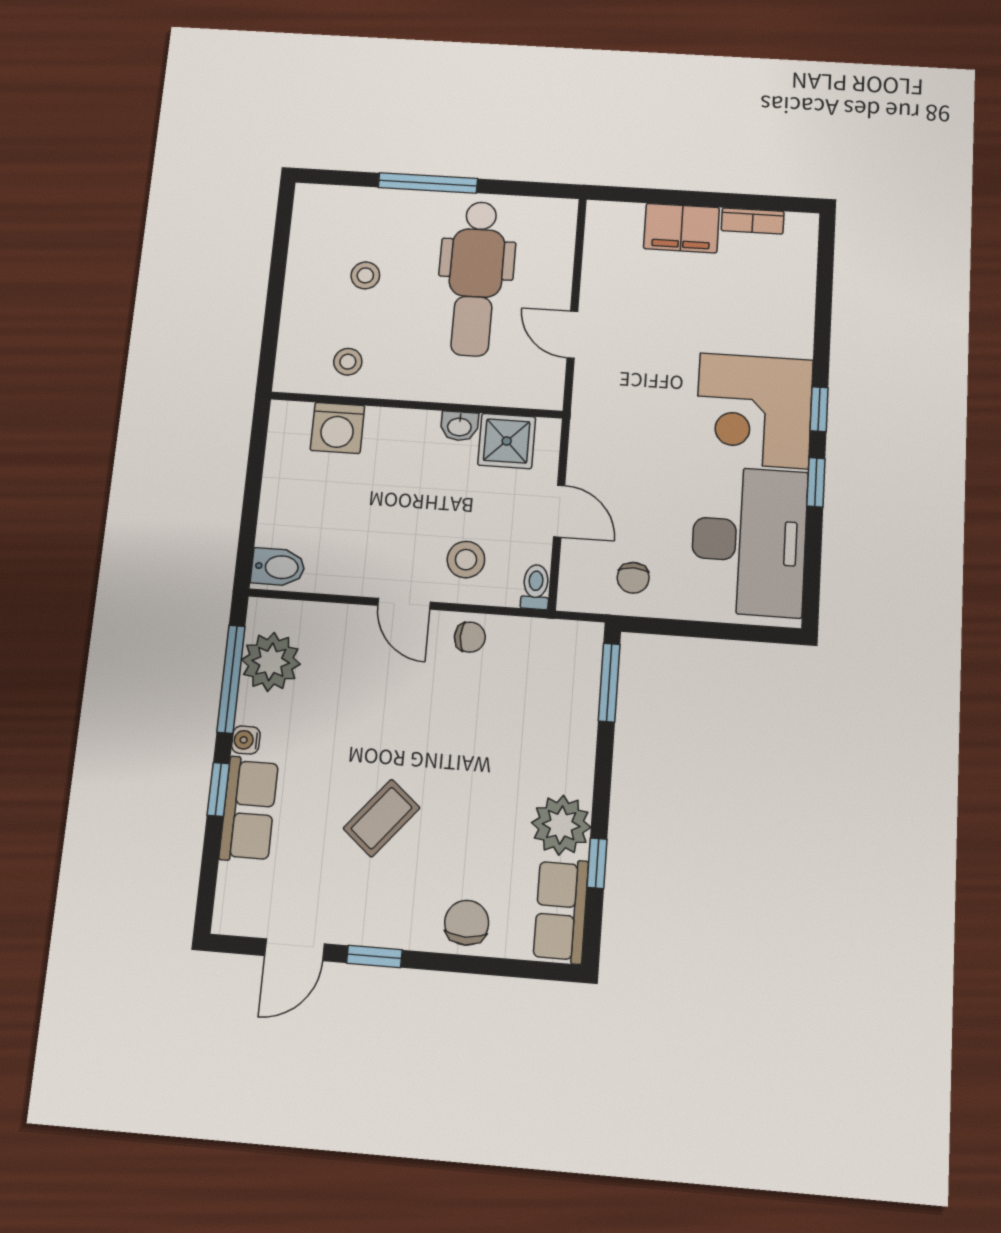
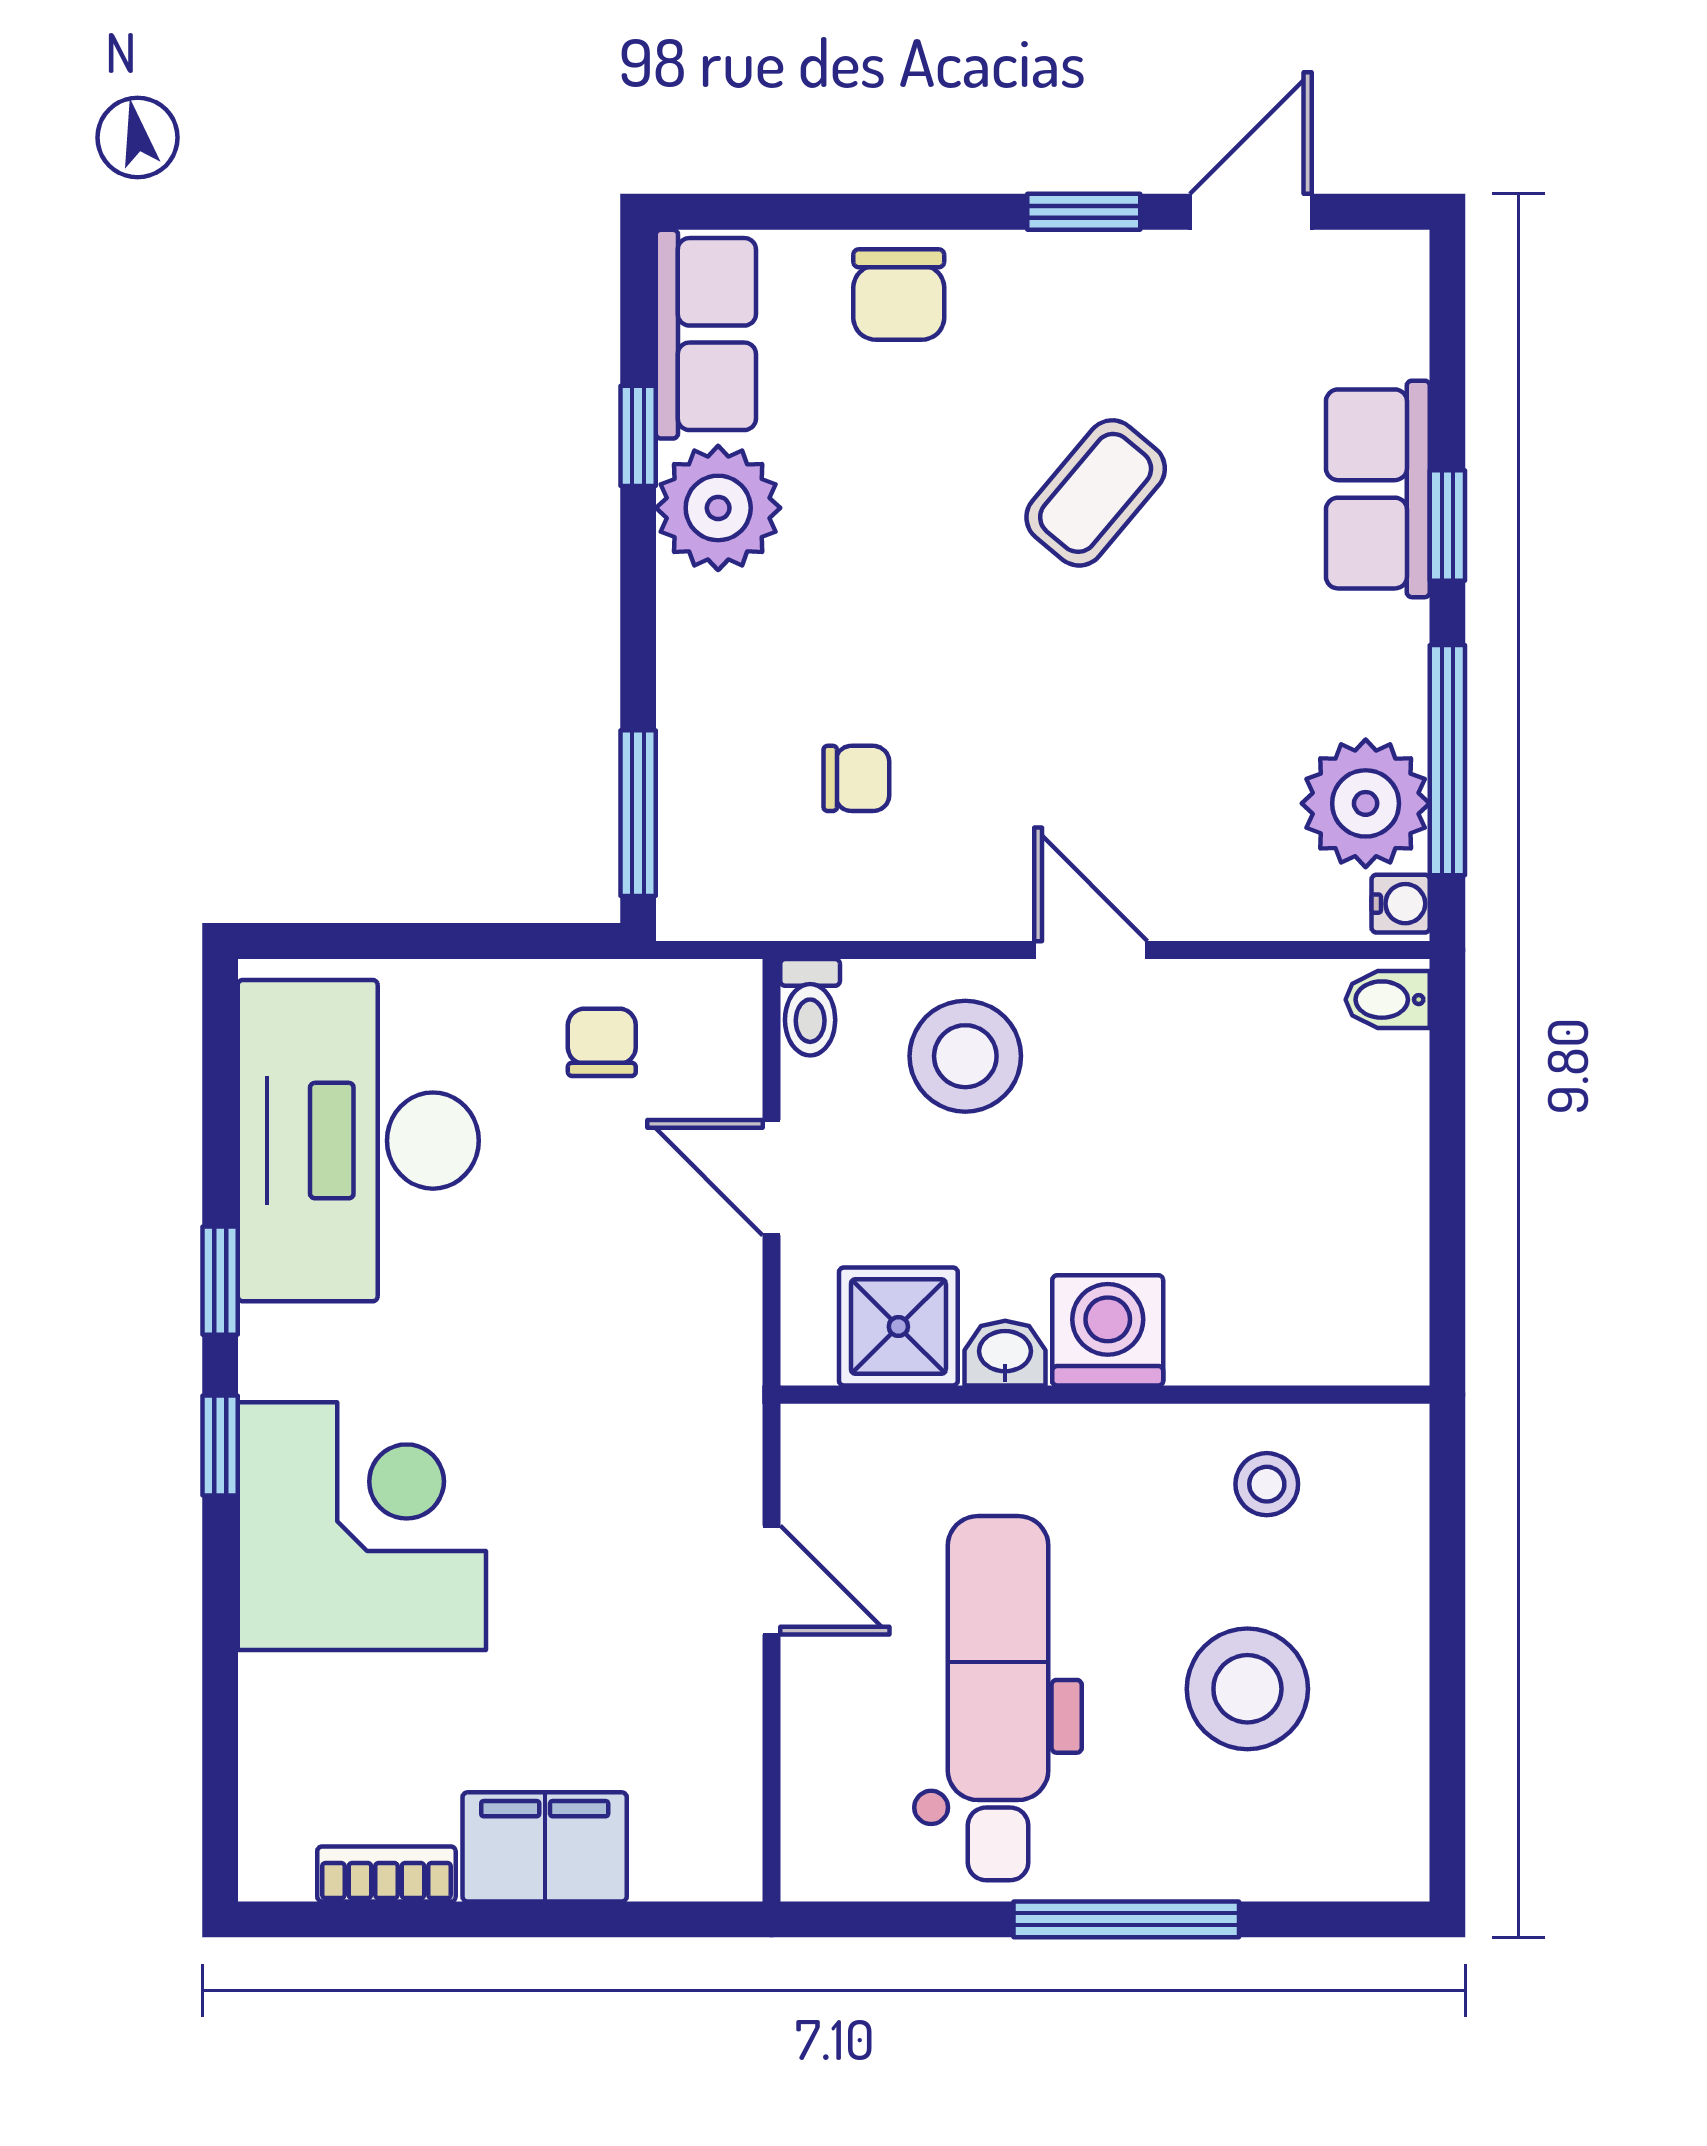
stool: (365, 275) -> (1247, 1689), width x1.89, depth x1.89
corner desk: (754, 411) -> (362, 1526), moved
washing machine: (337, 428) -> (1108, 1330), moved
stool: (466, 560) -> (965, 1056), width x1.38, depth x1.38
bidet: (278, 567) -> (1388, 1000), width x0.72, depth x0.74
chair: (470, 637) -> (856, 778), moved, turned 180
water cooler: (246, 740) -> (1401, 904), moved

